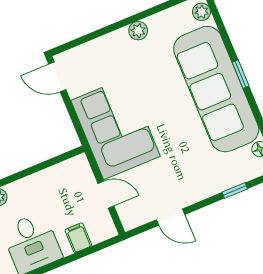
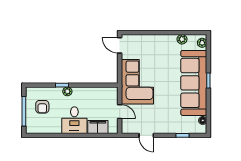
plant: (138, 31) -> (182, 39), moved
filing cabinet: (78, 238) -> (98, 127), width x2.00

